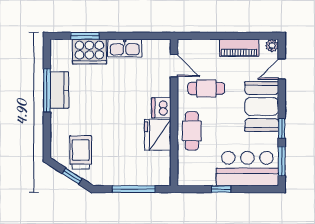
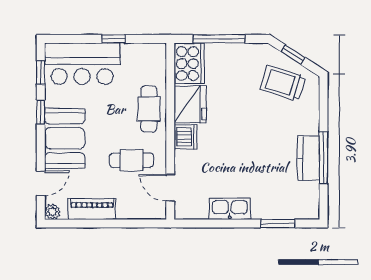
cooker: (89, 52) -> (189, 64), moved, turned 90
trolley: (81, 152) -> (283, 83), turned 107
window: (282, 161) -> (41, 72), width x0.67

